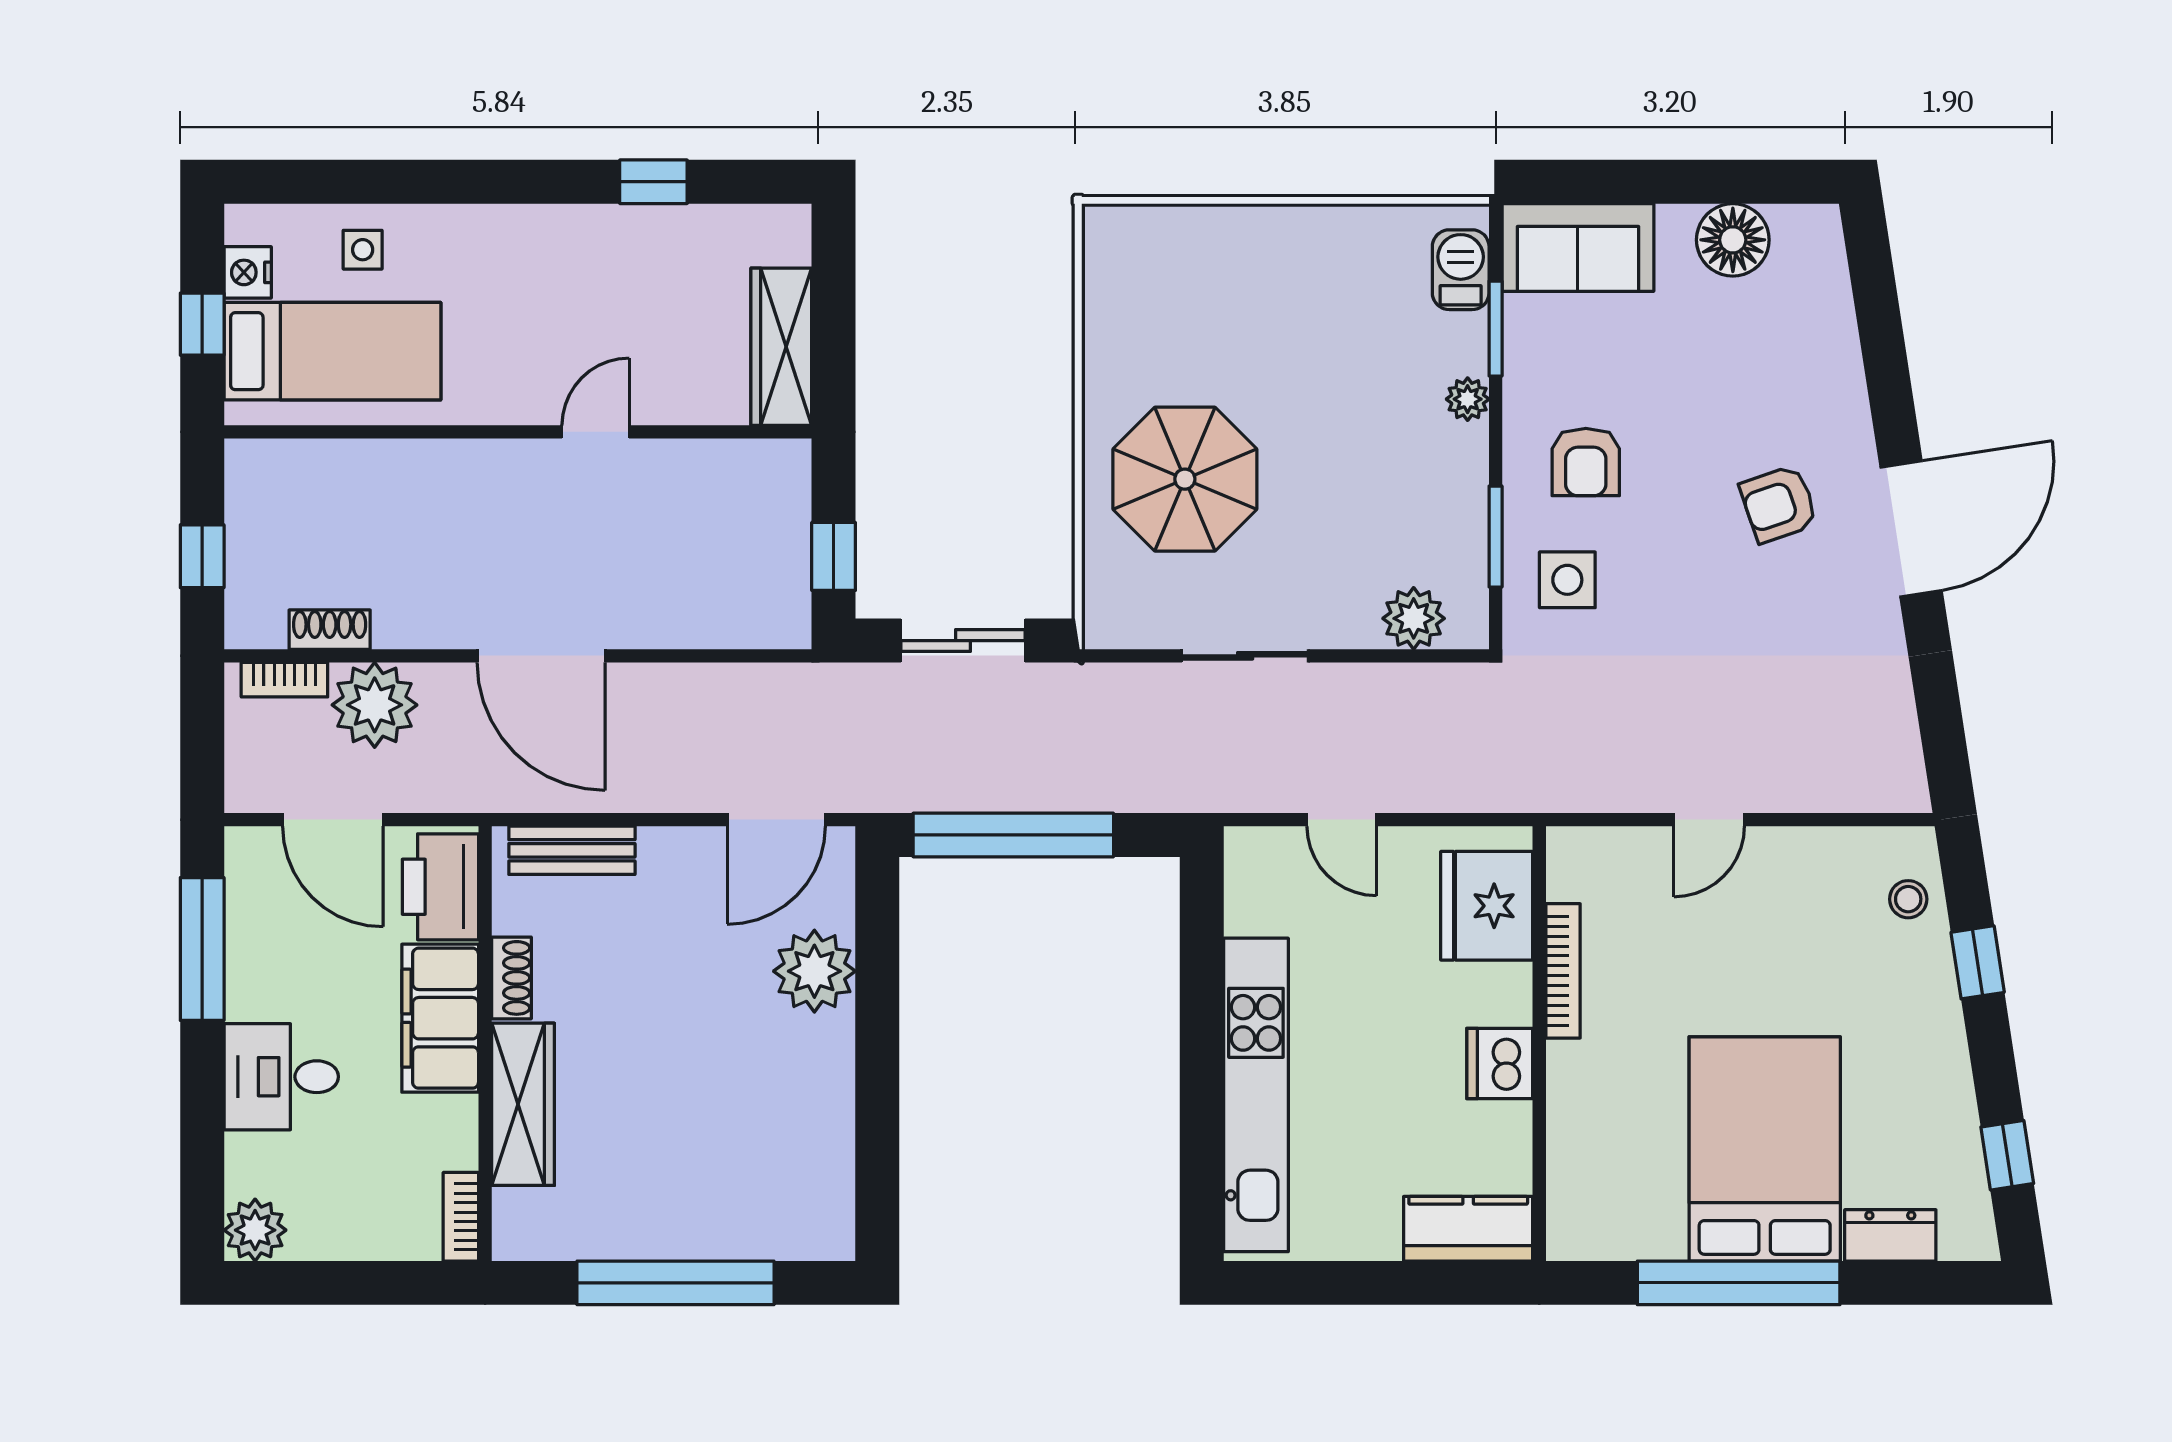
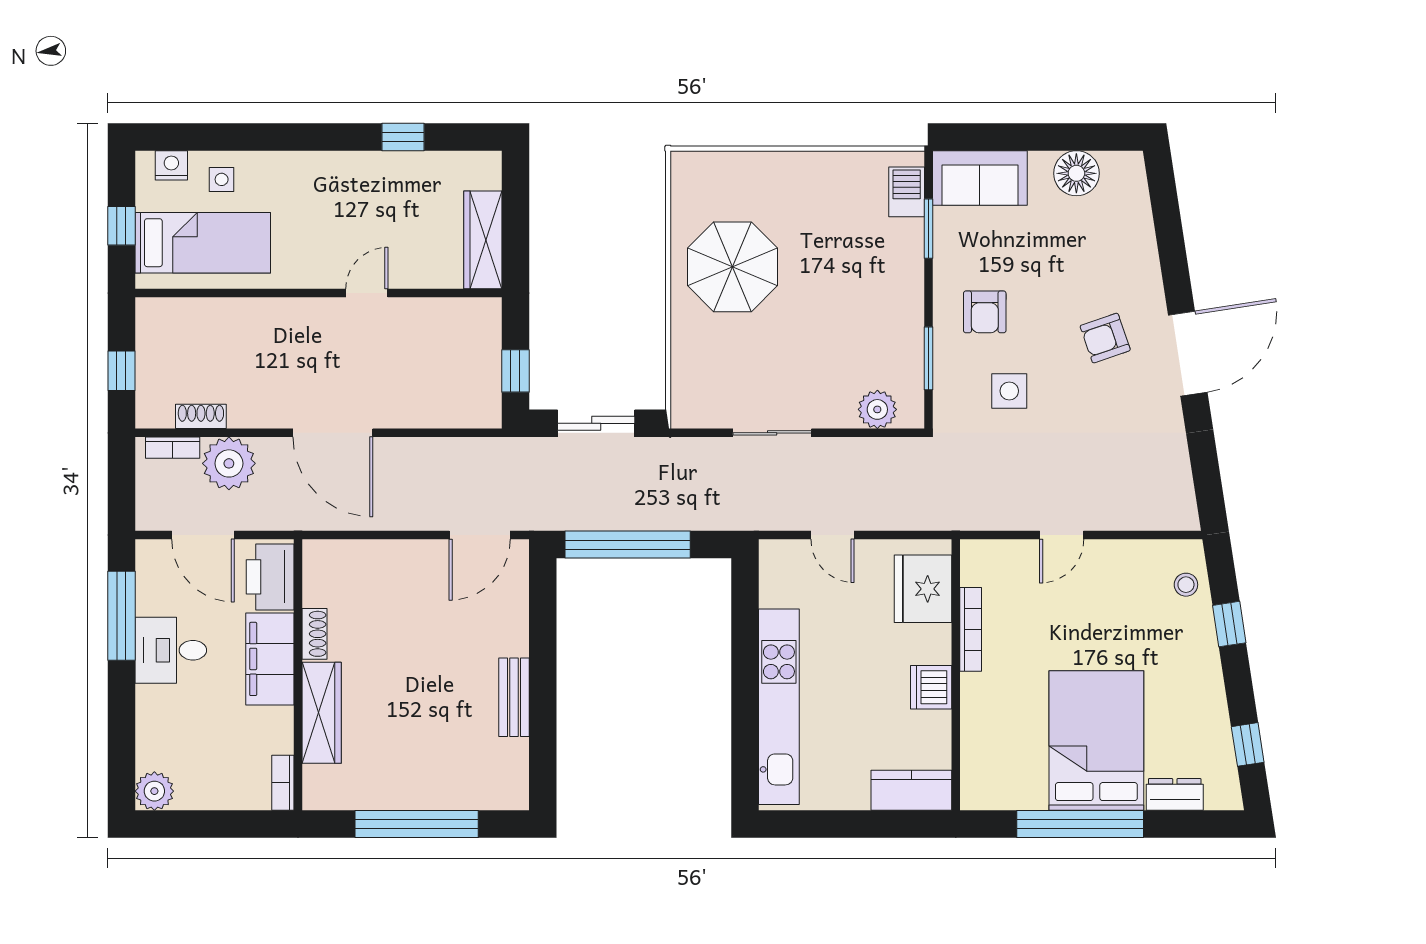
nightstand: (248, 272) -> (171, 165), moved, turned 90
plant: (1468, 399) -> (911, 273), removed
parasol: (1185, 479) -> (733, 267), moved
side table: (1567, 580) -> (1009, 391), moved
bench: (572, 850) -> (514, 697), moved, turned 90
plant: (814, 971) -> (503, 630), removed
desk: (281, 1077) -> (171, 650), moved

